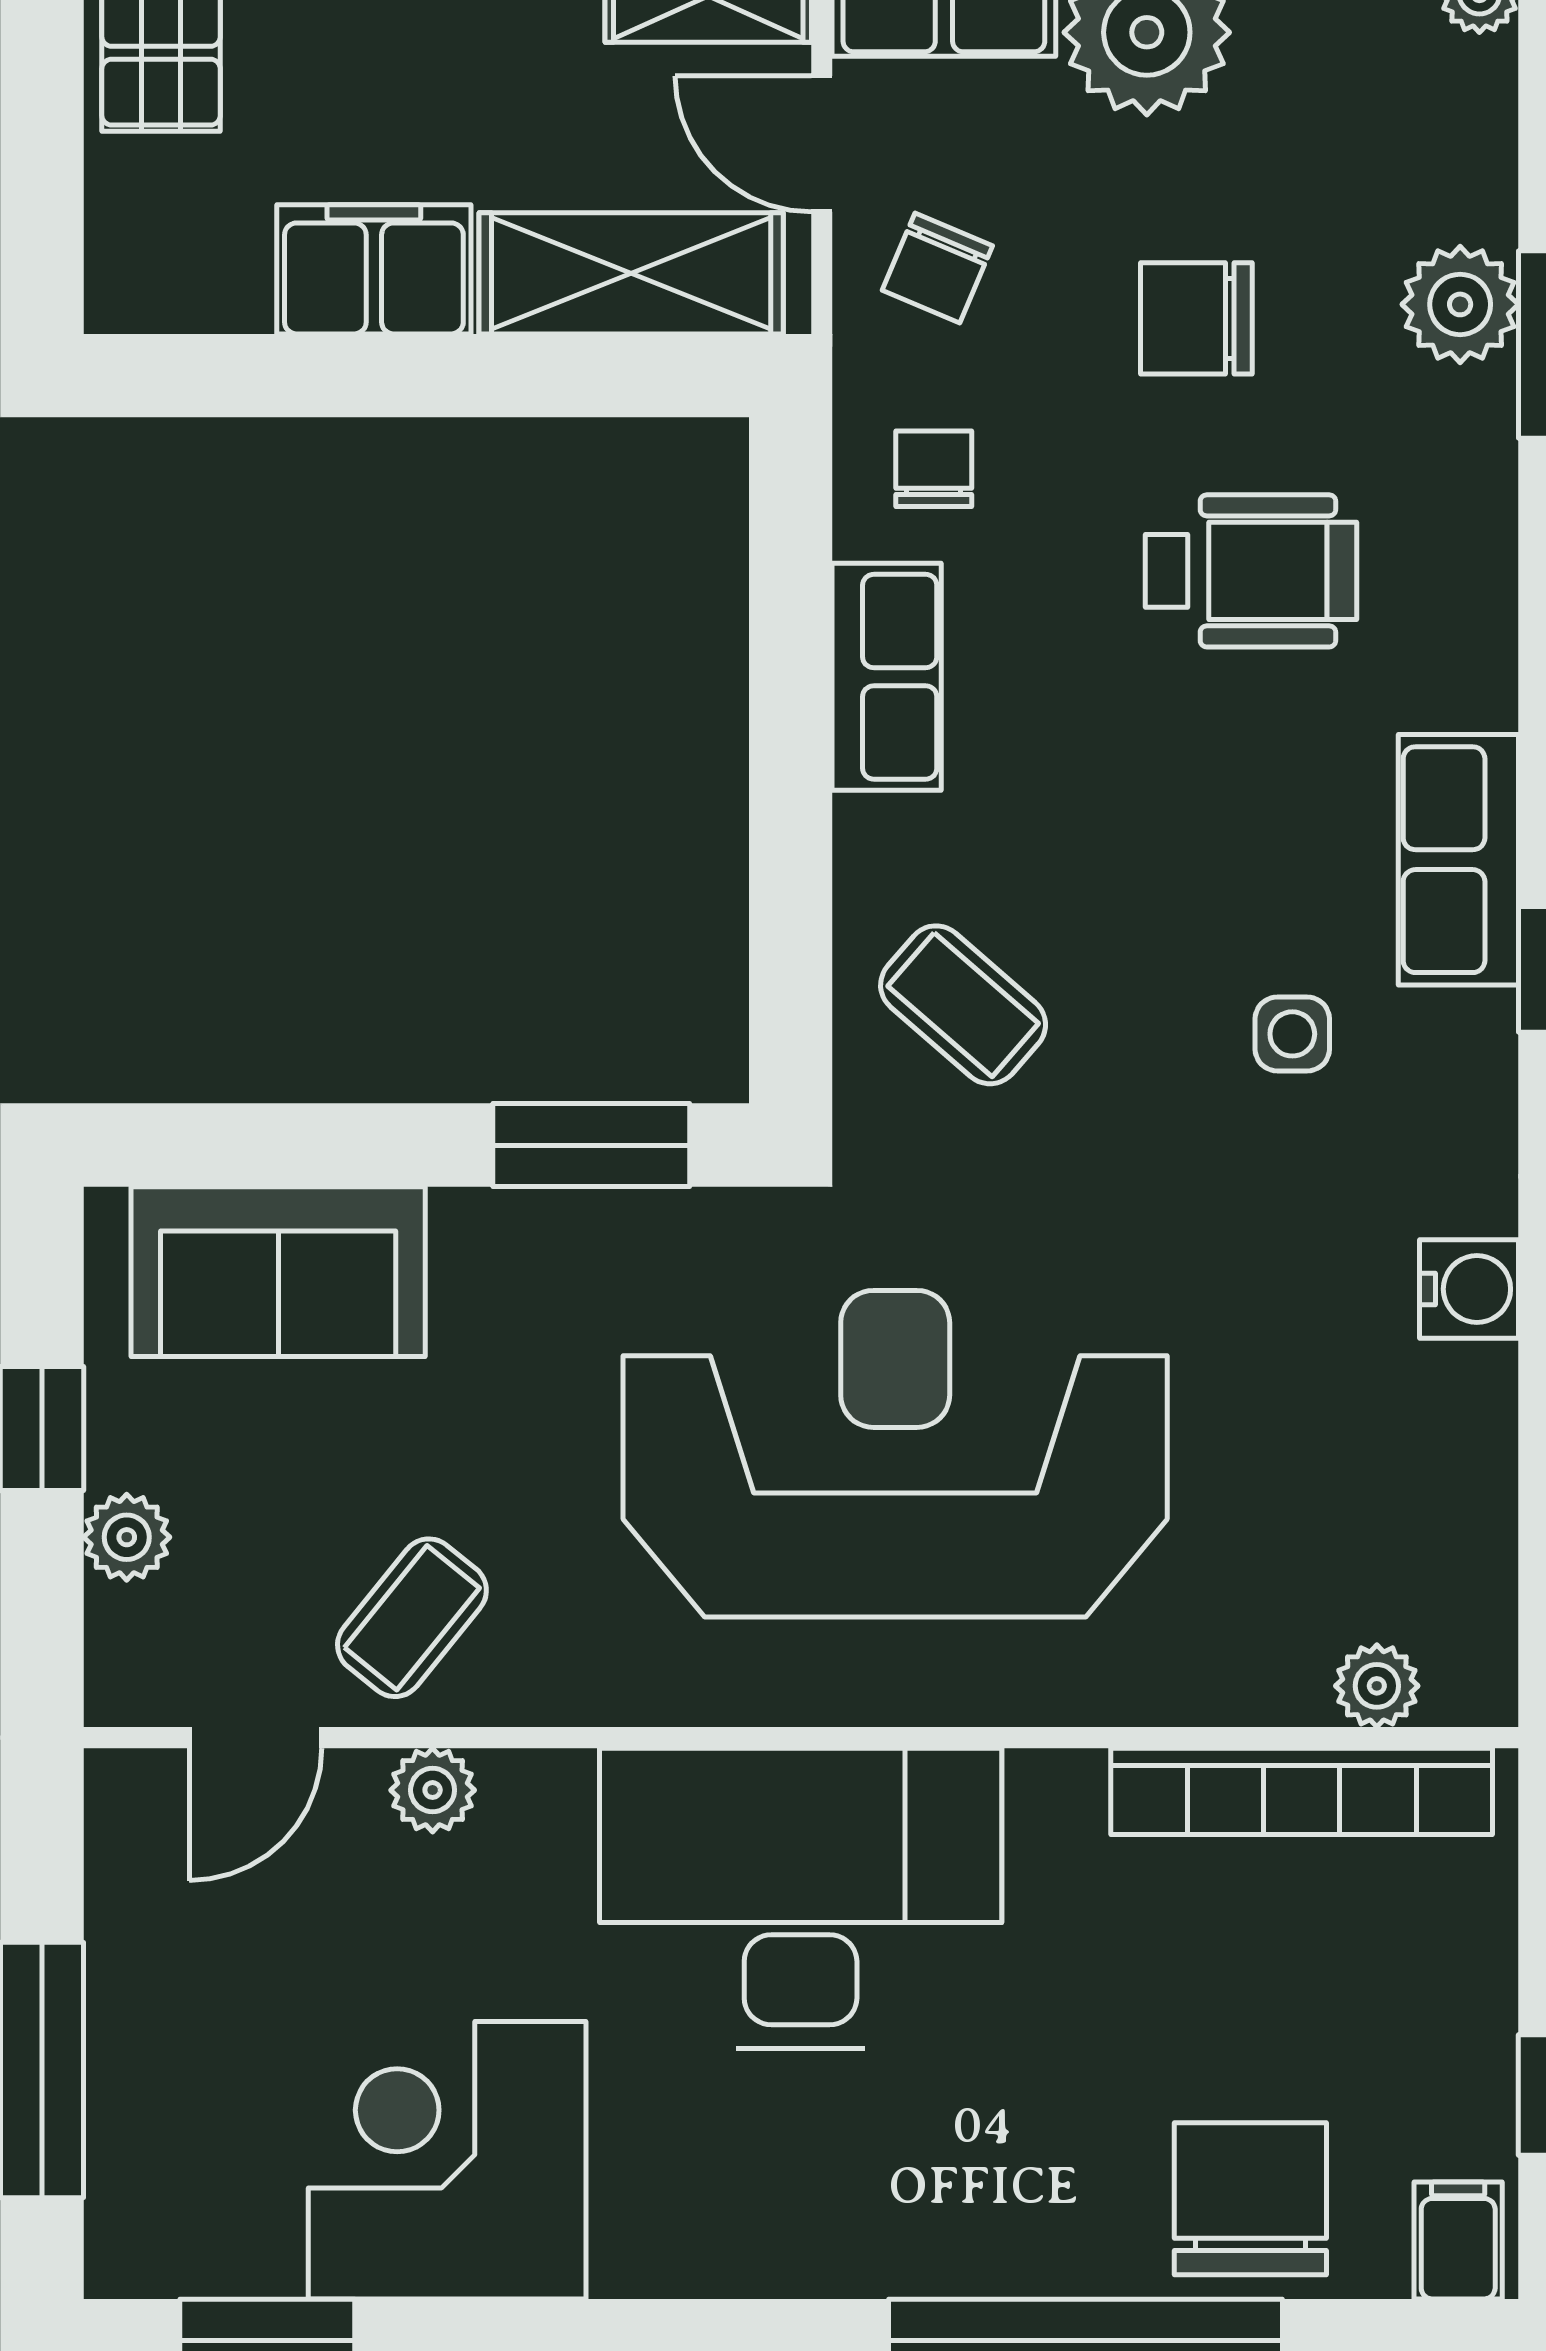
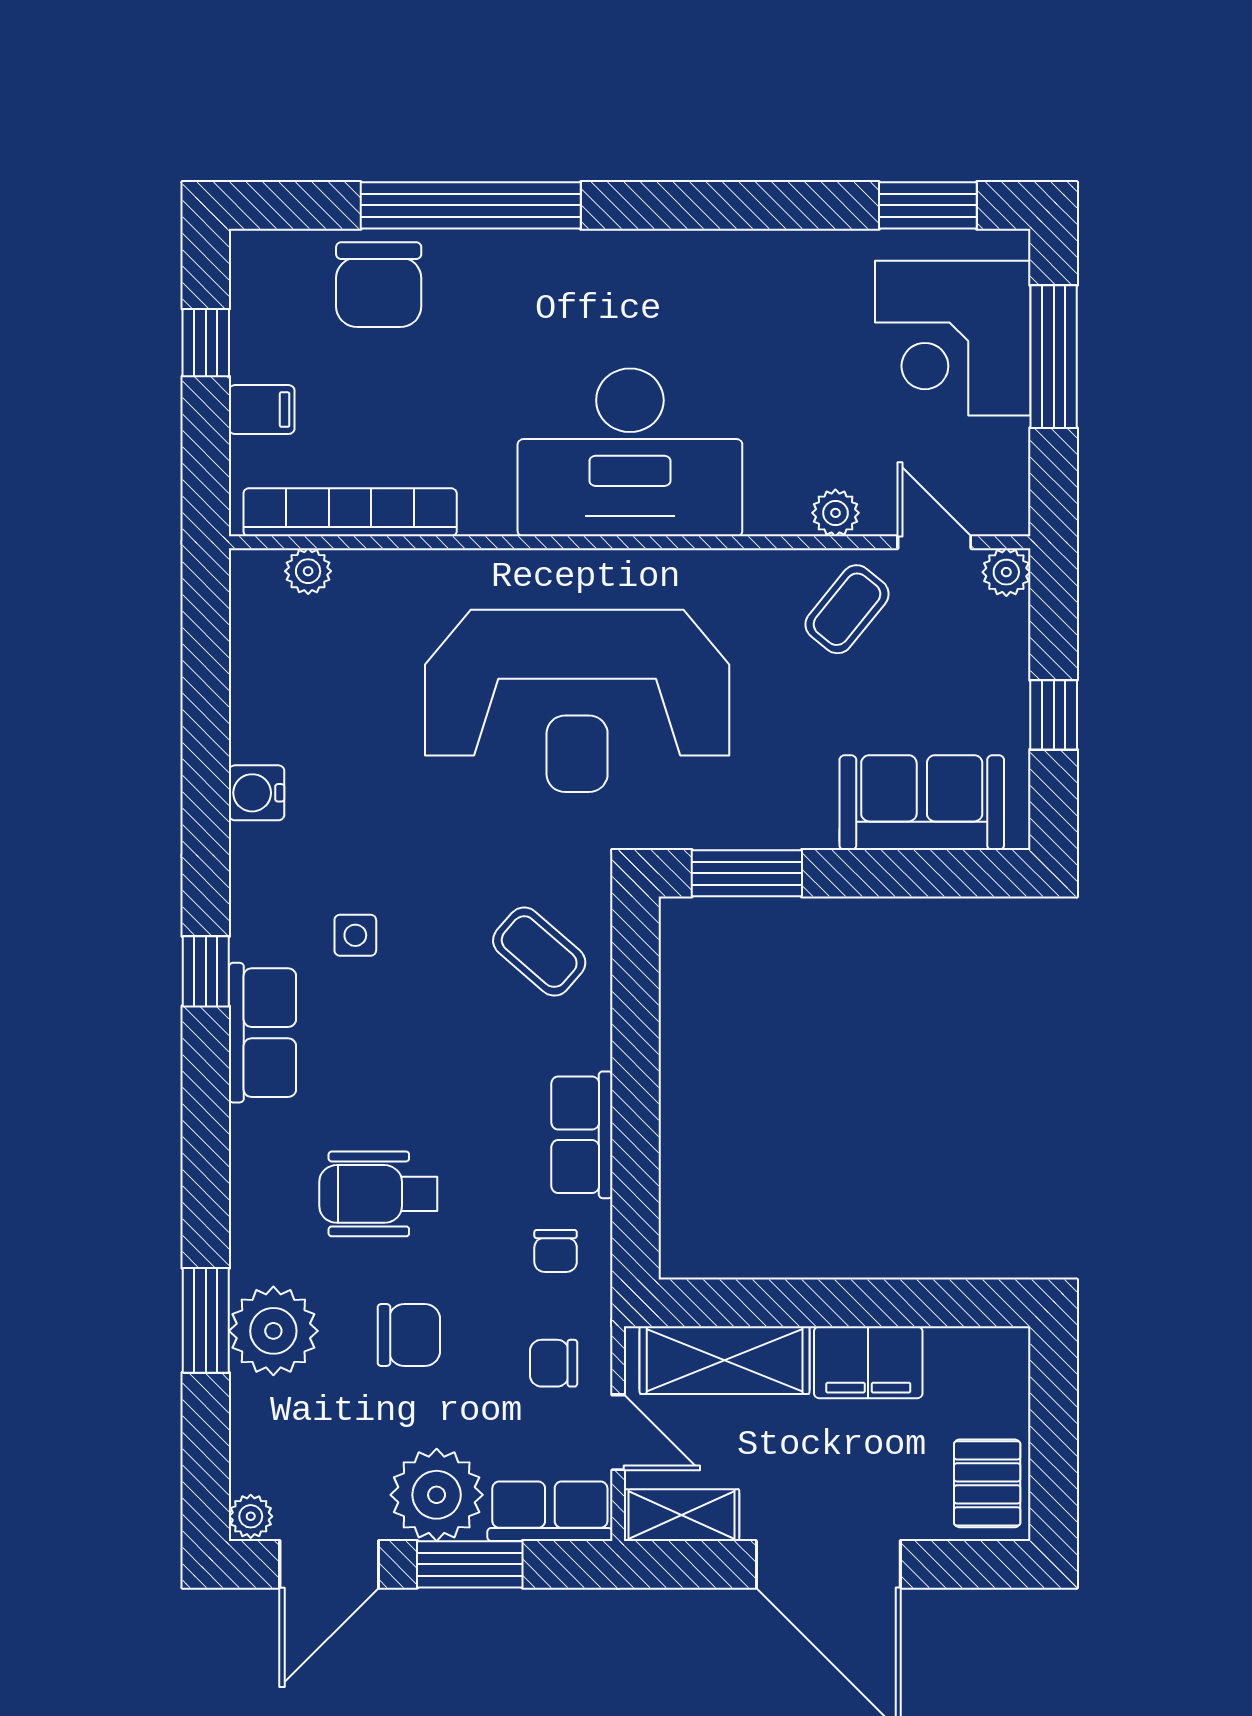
chair: (937, 268) -> (554, 1363), turned -113
plant: (1460, 304) -> (273, 1331), width x1.36, depth x1.36
plant: (127, 1537) -> (1006, 572), moved
door: (255, 1738) -> (934, 542), hinge flipped
corner desk: (447, 2160) -> (953, 338), moved, turned 90
filing cabinet: (1458, 2240) -> (262, 410), moved, turned -90

